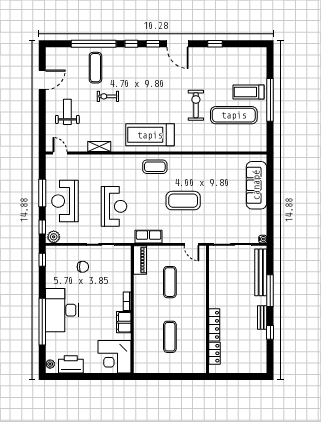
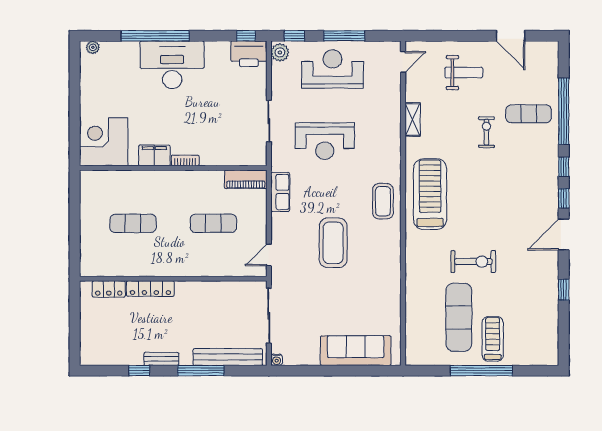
chair: (83, 267) -> (236, 95), removed
printer: (71, 364) -> (249, 54), moved, turned 90

